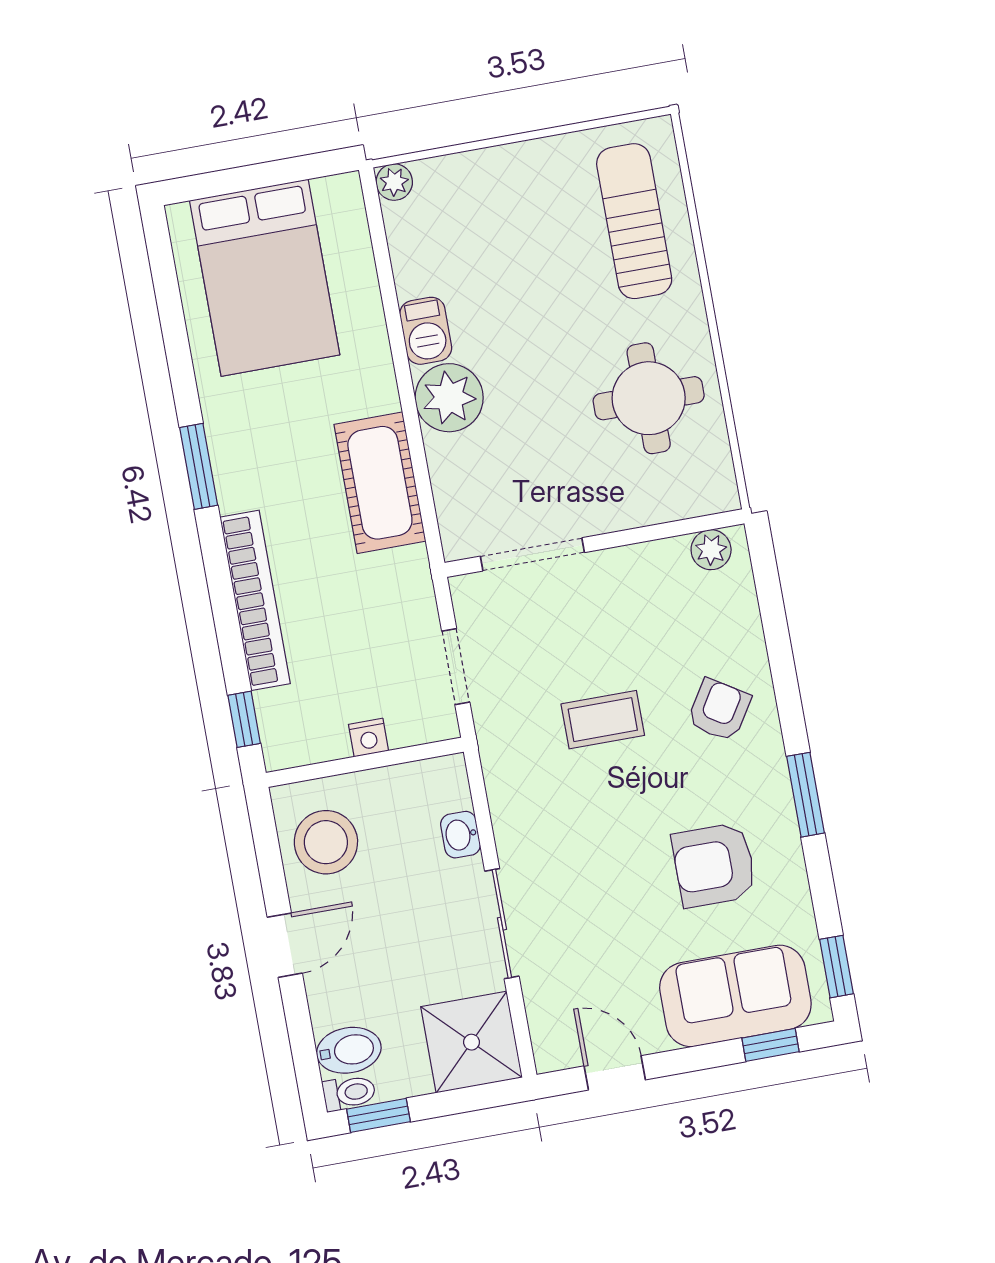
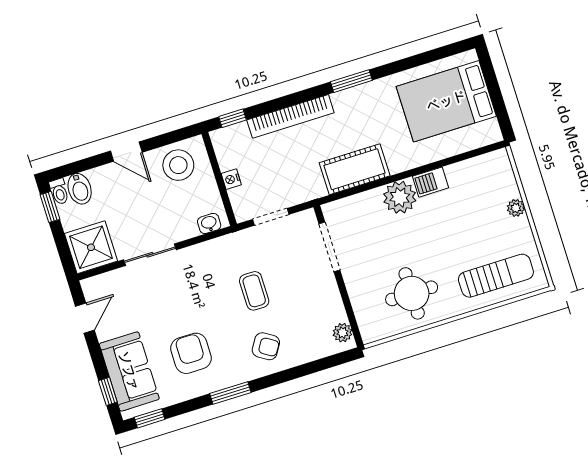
plant: (394, 182) -> (516, 208), moved
washbasin: (460, 835) -> (209, 223), moved

